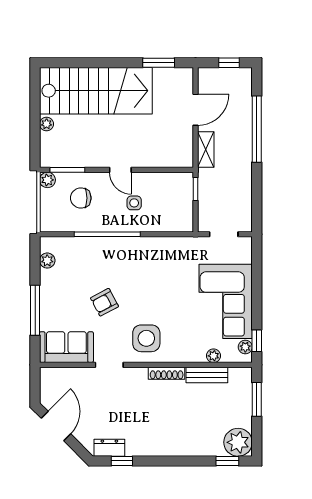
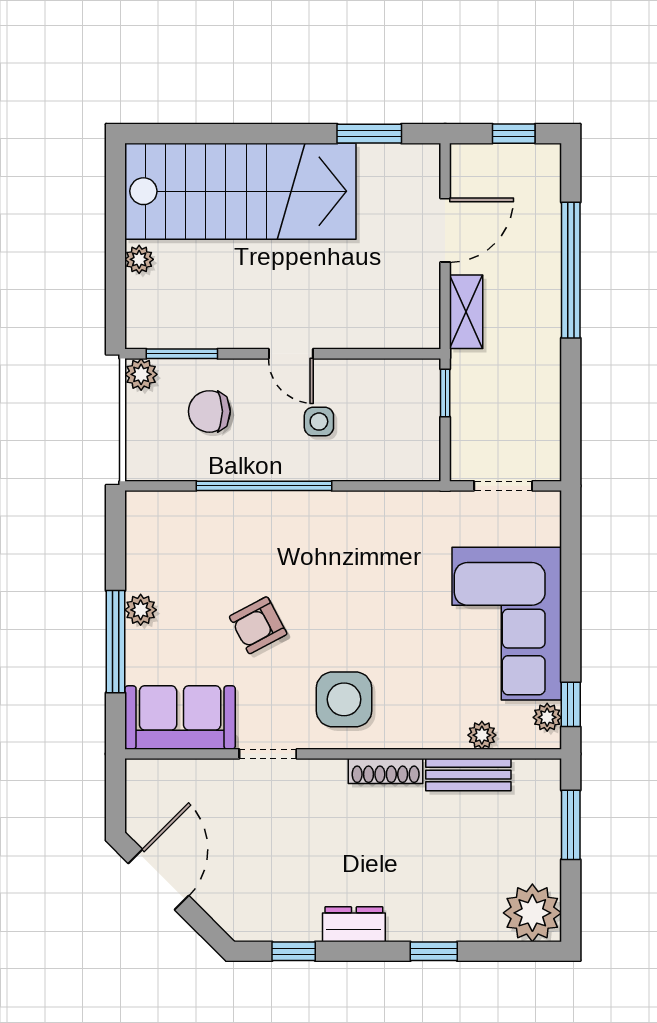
plant: (47, 261) -> (141, 610), moved
dresser: (109, 448) -> (354, 924), moved
window: (227, 461) -> (434, 951), moved

